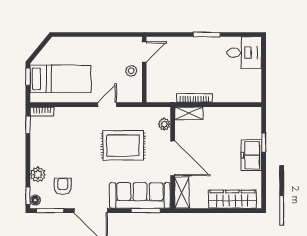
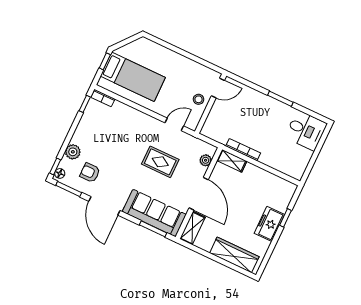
door: (107, 105) -> (174, 124), moved
rug: (123, 145) -> (160, 162), width x0.73, depth x0.70
armchair: (63, 186) -> (90, 173), turned -90

